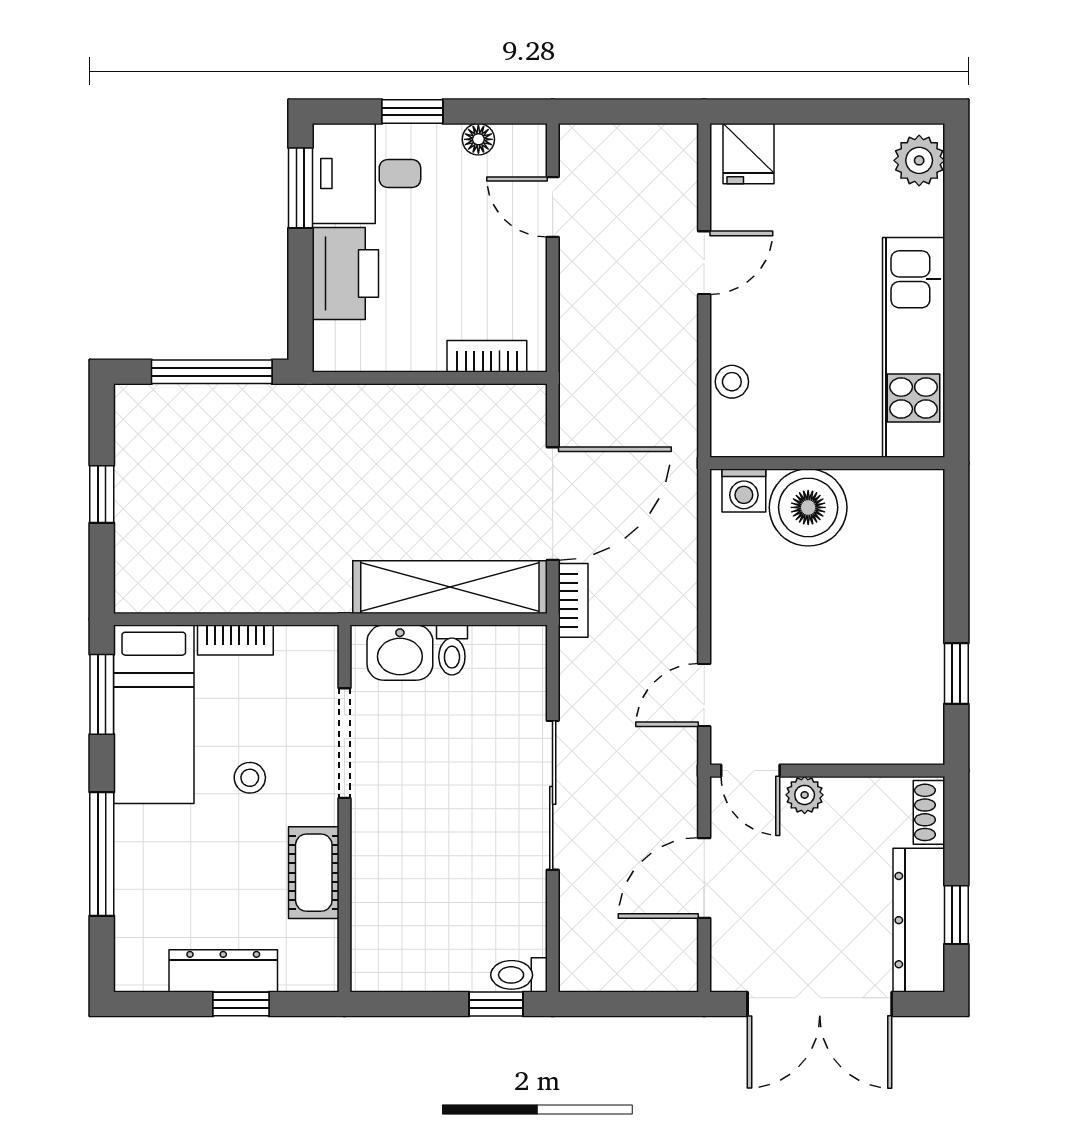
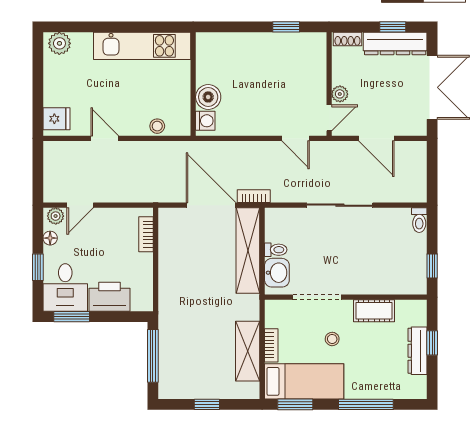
plant: (528, 152) -> (56, 216), added
boiler: (808, 507) -> (208, 97), width x0.73, depth x0.73
shelving: (222, 586) -> (248, 351), added
window: (496, 1004) -> (432, 266), moved

